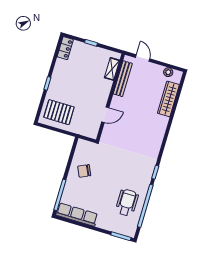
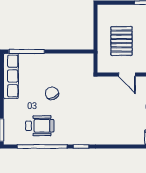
pallet: (59, 112) -> (122, 41), moved
chair: (84, 171) -> (52, 93), moved

